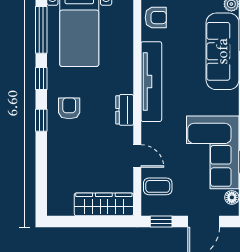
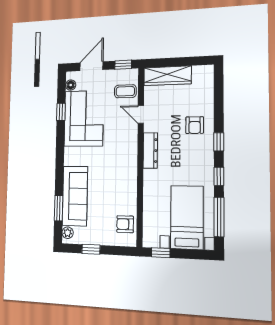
tv unit: (151, 82) -> (129, 173), removed
armchair: (69, 108) -> (195, 125), moved
dresser: (125, 110) -> (150, 151), width x1.44

